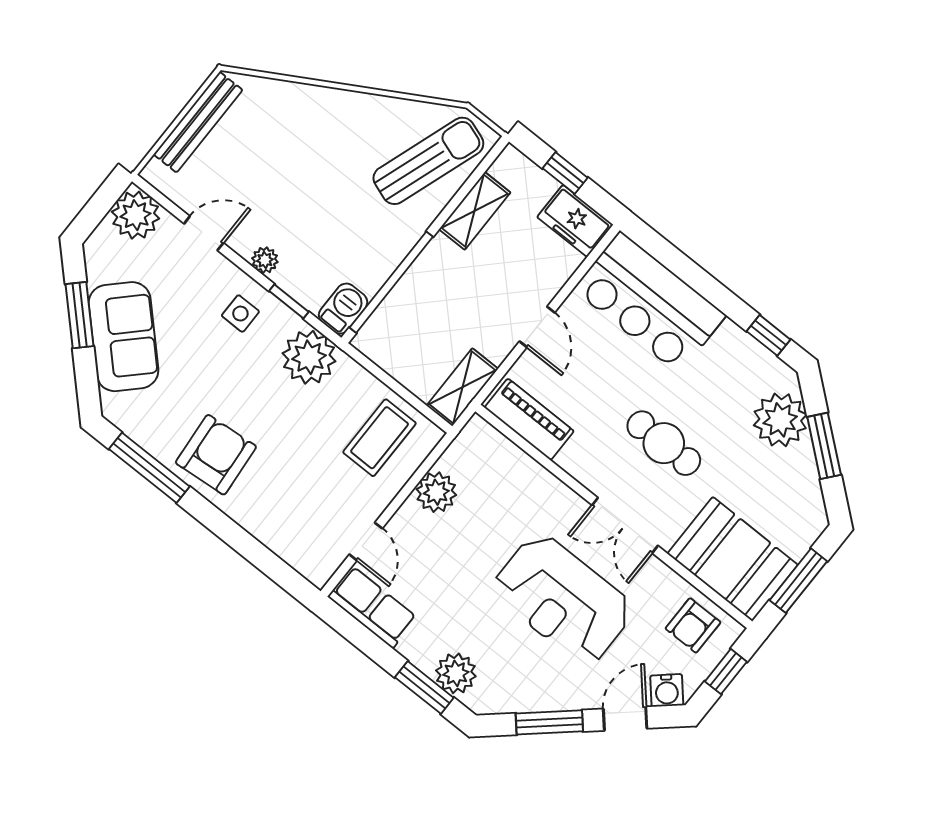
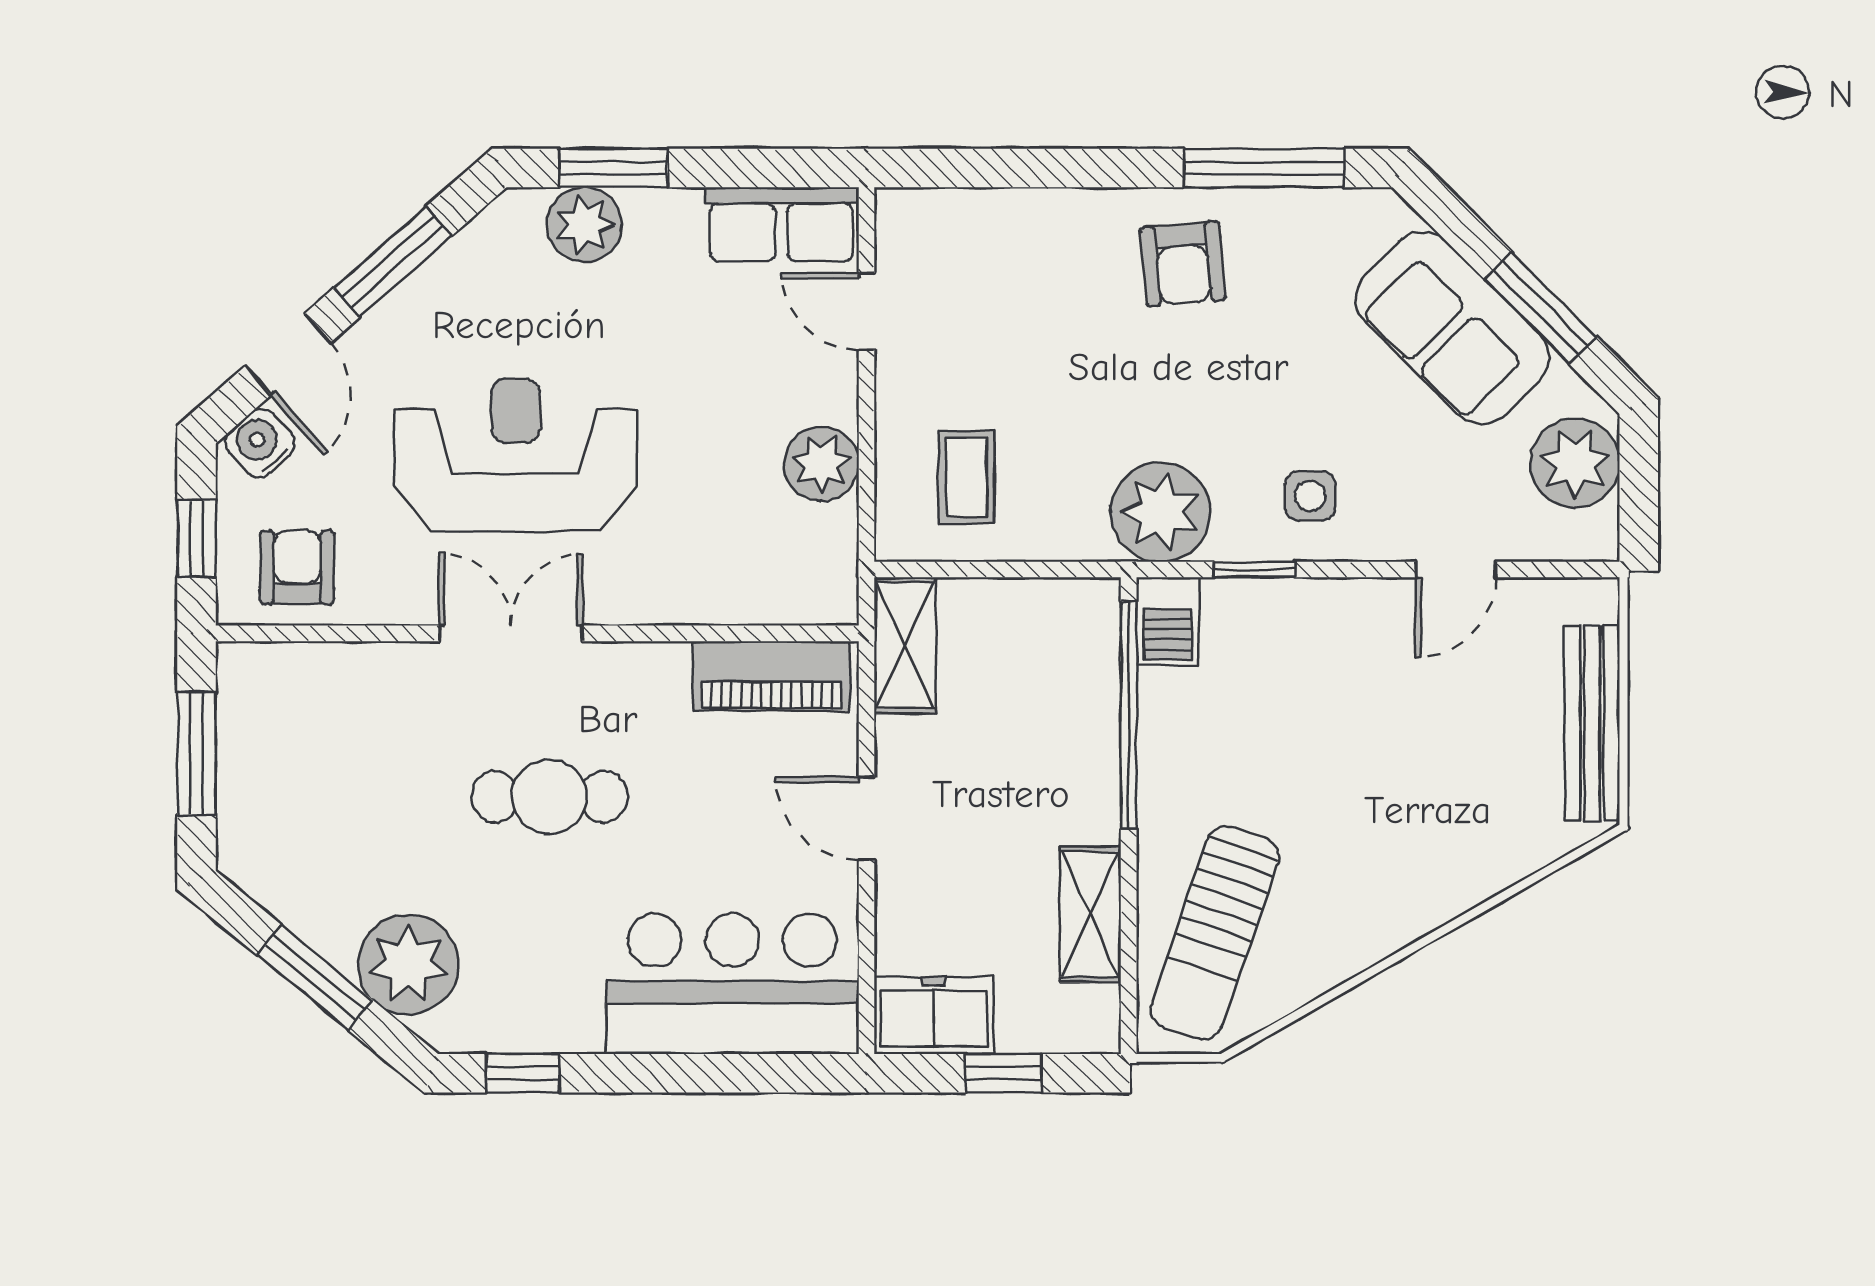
plant: (136, 215) -> (1575, 463), moved
plant: (265, 260) -> (1337, 601), removed
coffee table: (380, 438) -> (966, 477), width x0.73, depth x0.77
armchair: (216, 455) -> (1183, 264), width x0.72, depth x0.72
booth: (733, 559) -> (317, 709), removed

